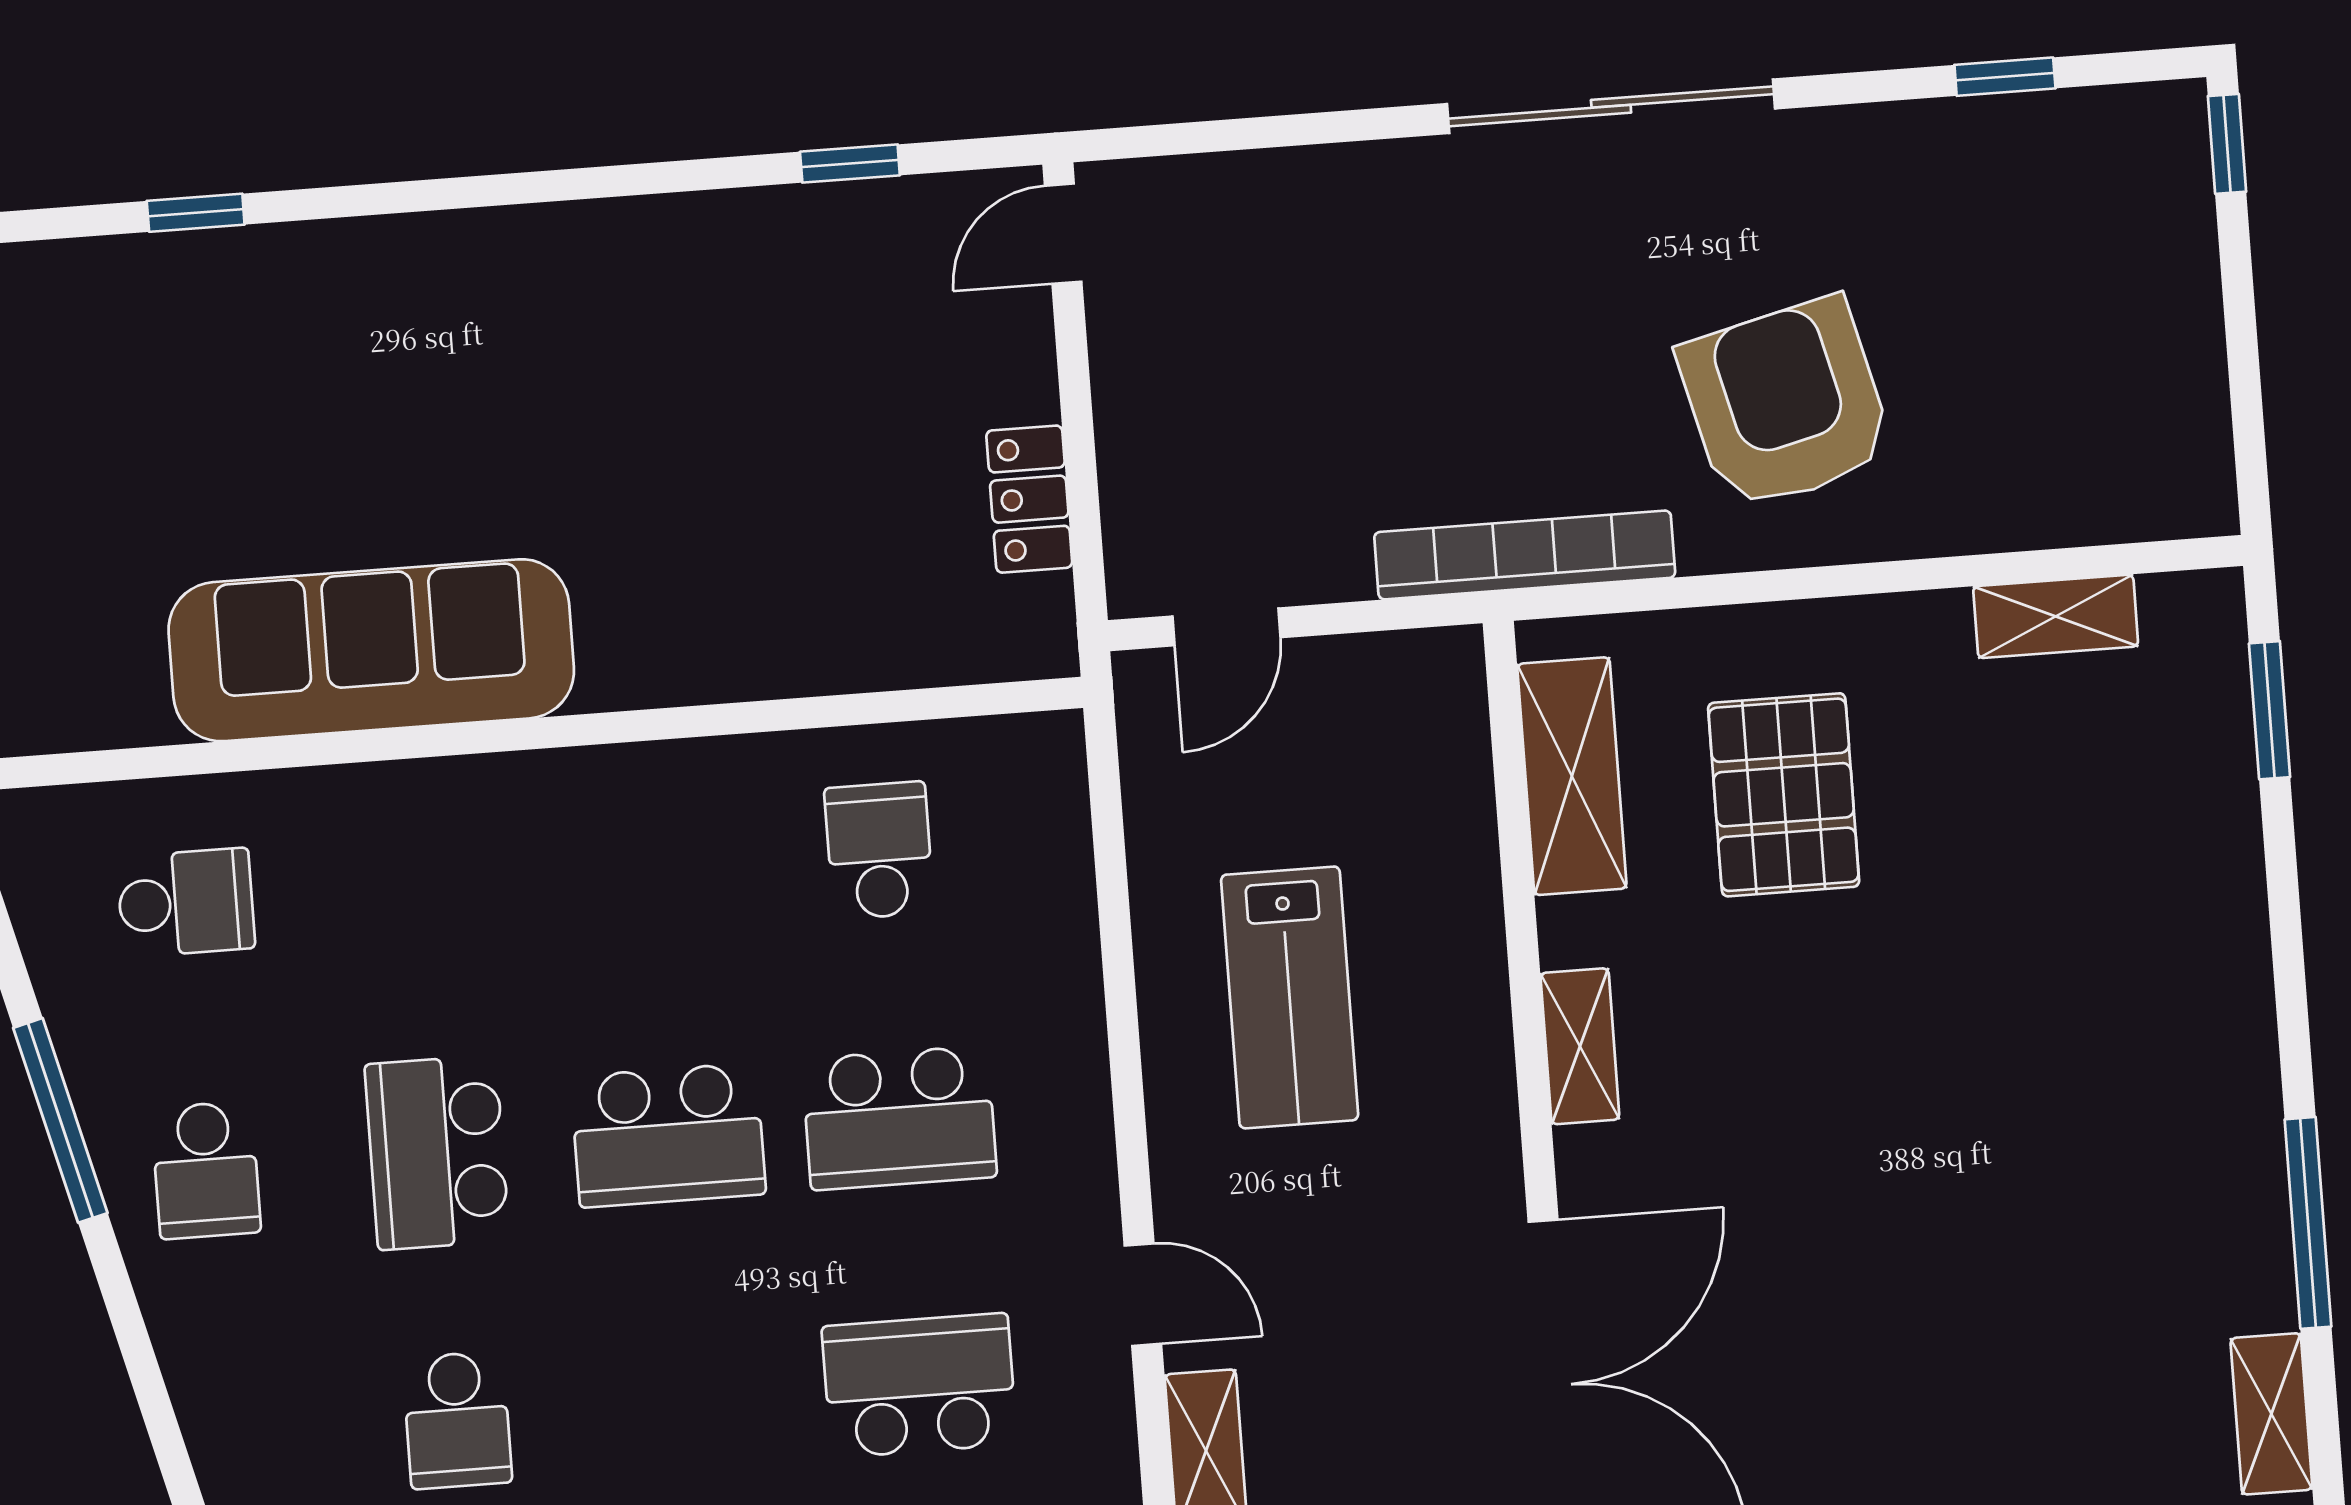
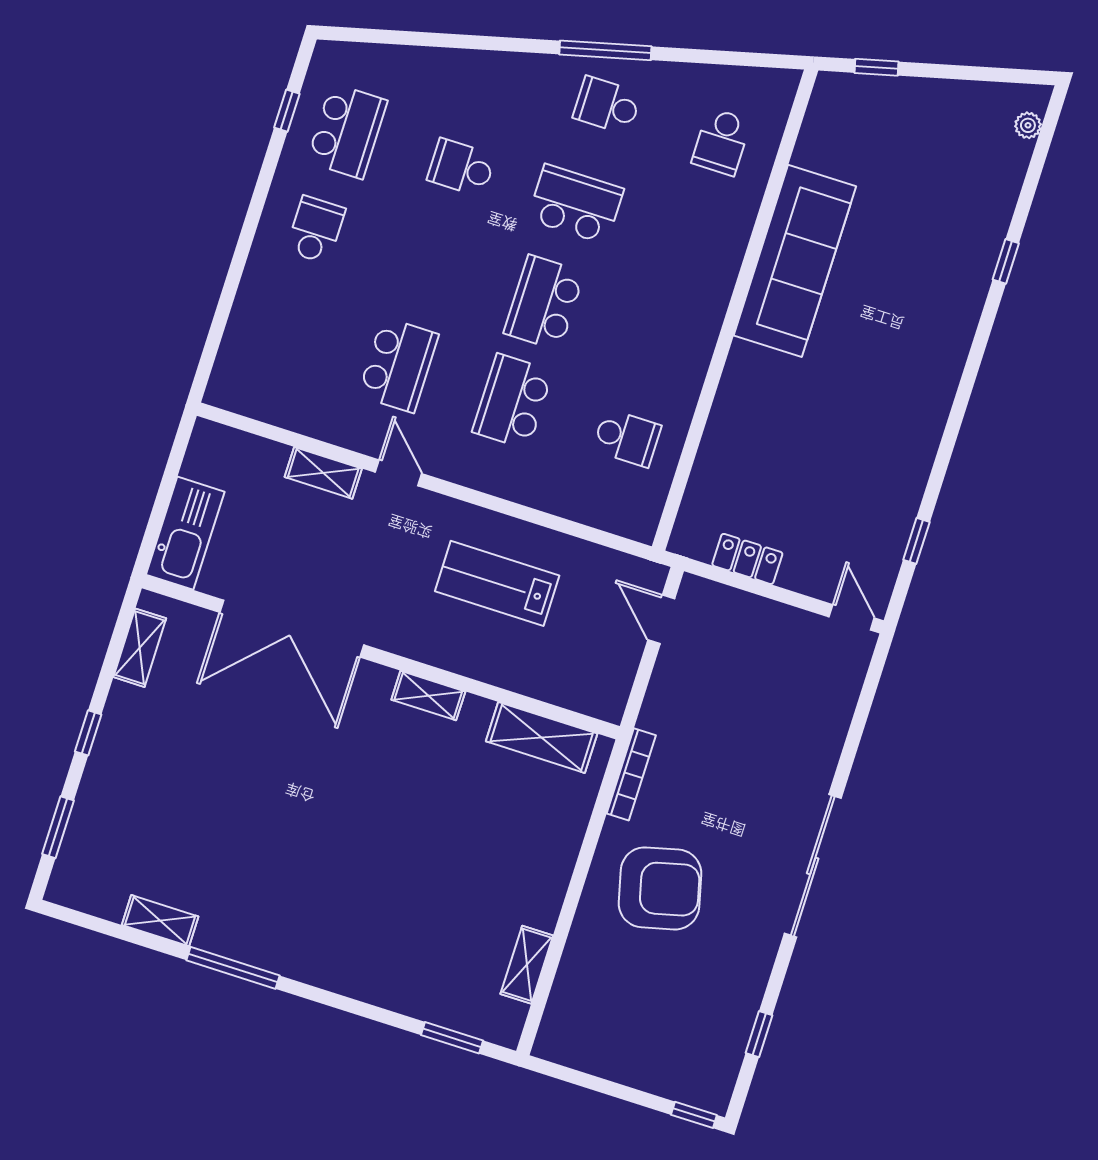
bookcase: (1525, 555) -> (631, 774), width x0.68, depth x0.76
pallet: (1784, 795) -> (498, 822), removed
window: (60, 1120) -> (605, 50), moved
door: (1143, 1295) -> (398, 473), swing flipped

